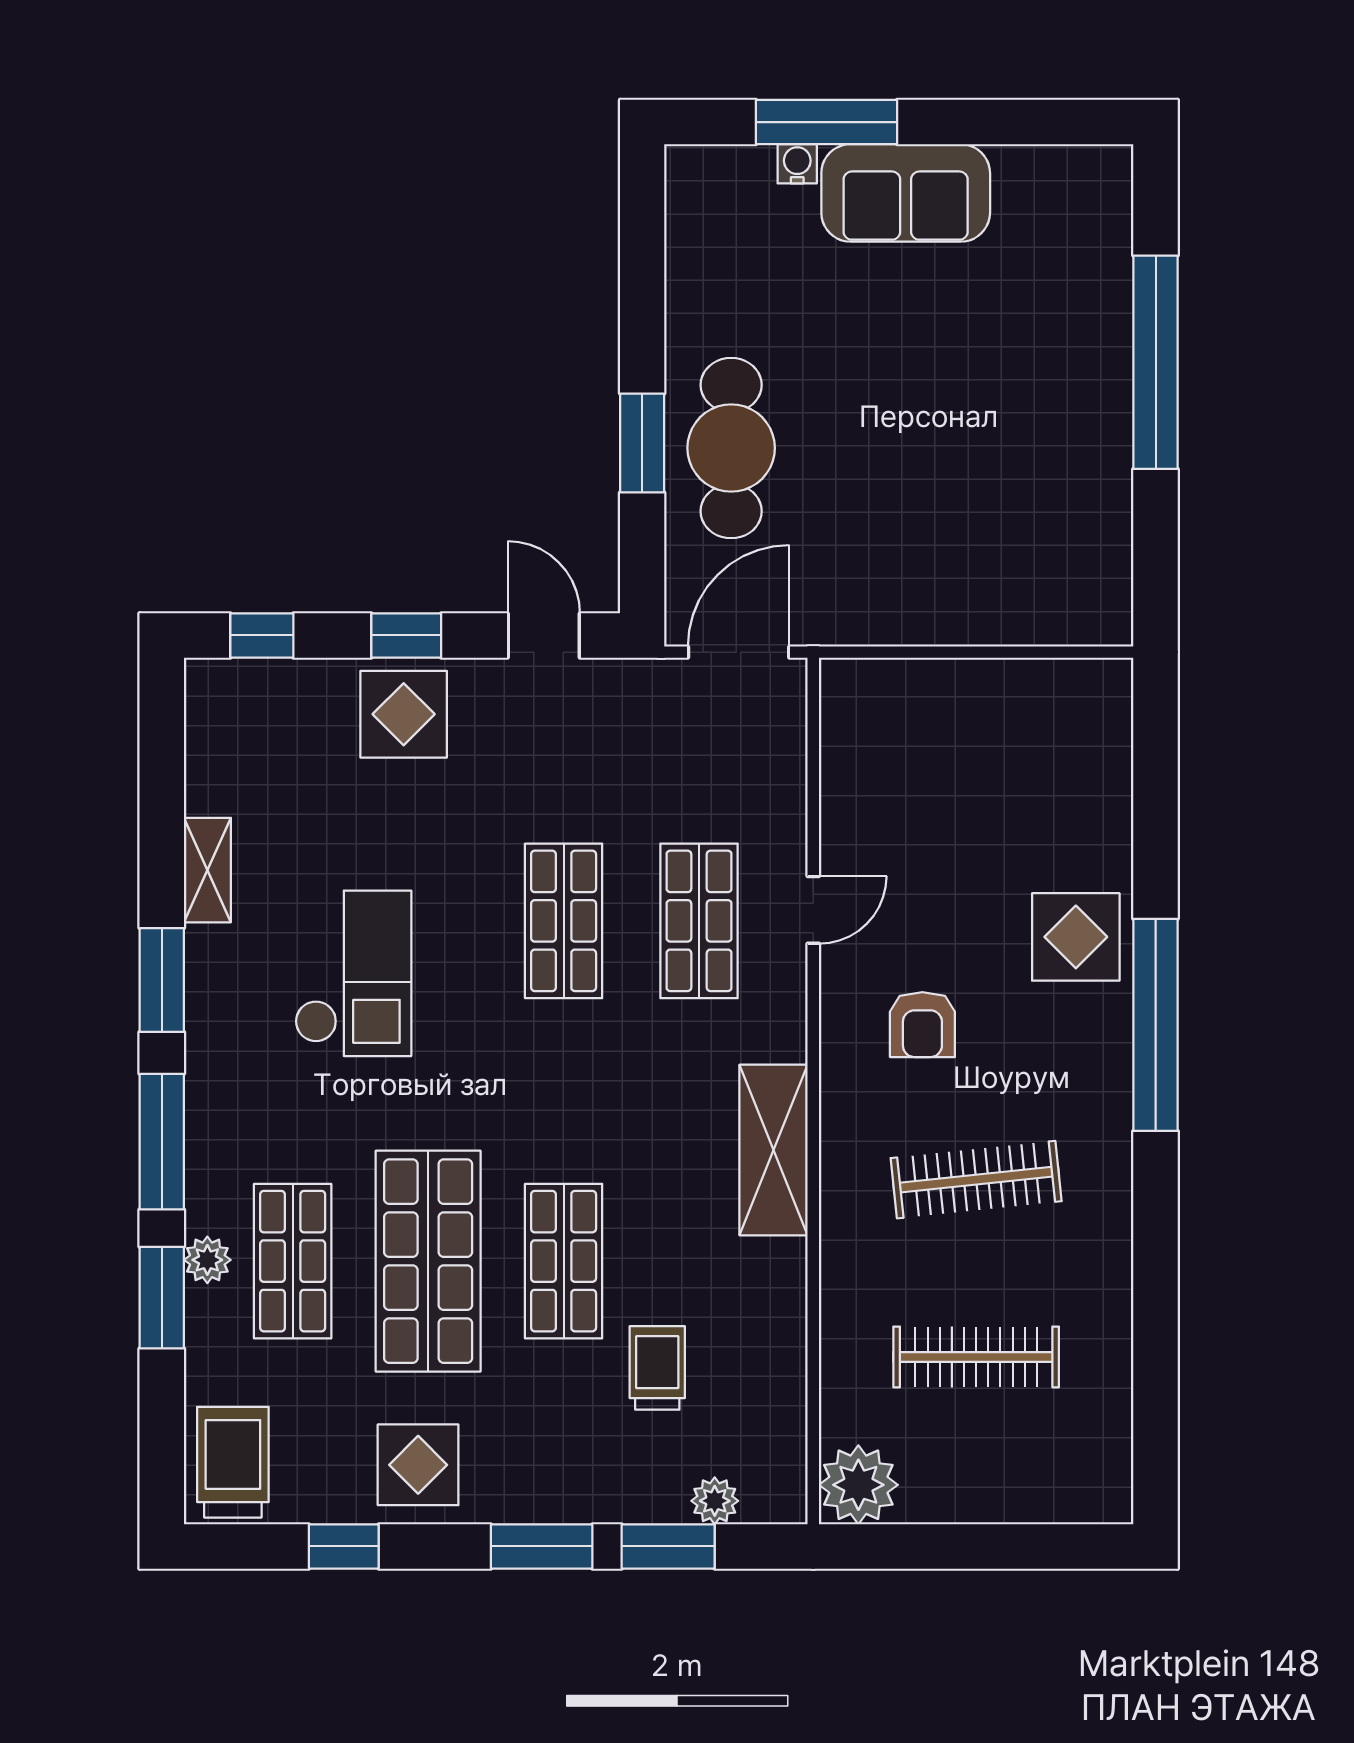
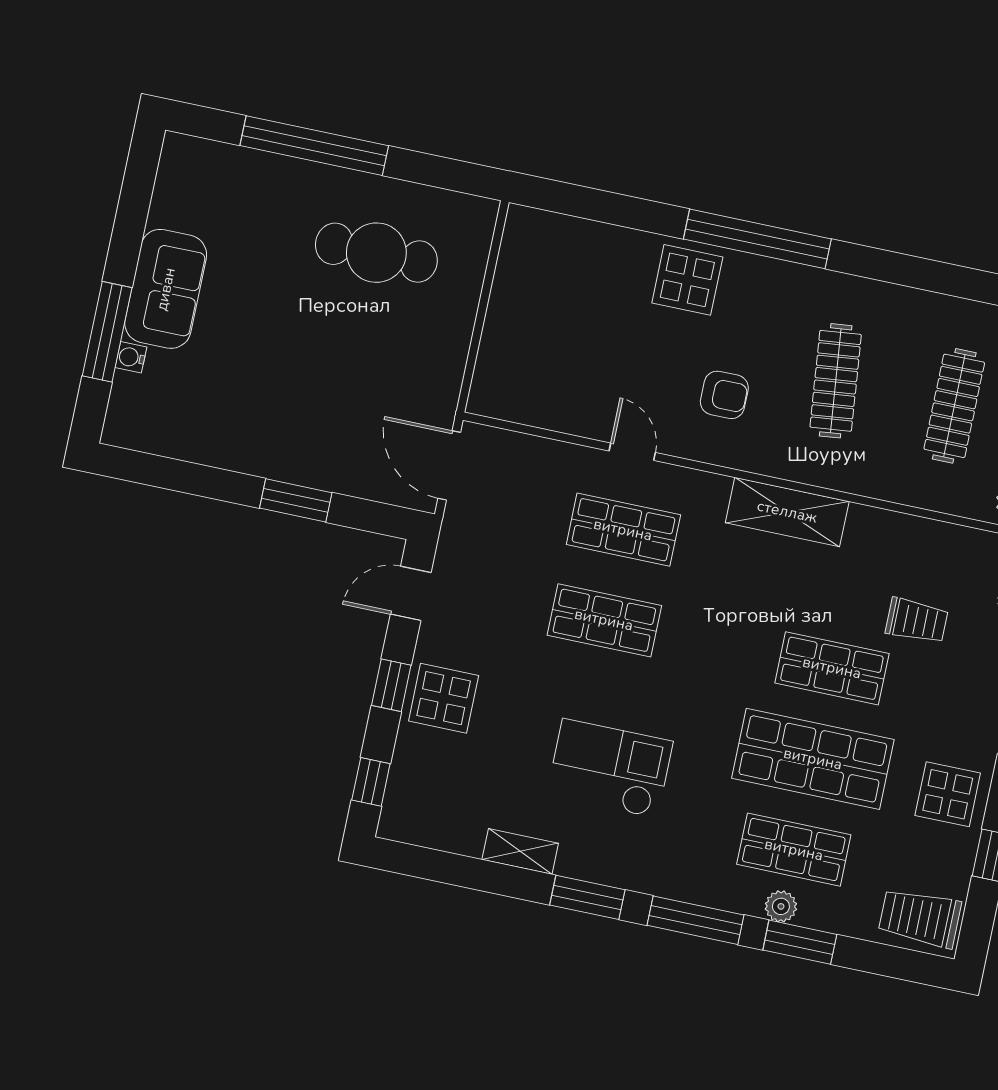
cafe table: (731, 448) -> (376, 253), moved
trolley: (657, 1368) -> (917, 621), turned 180

